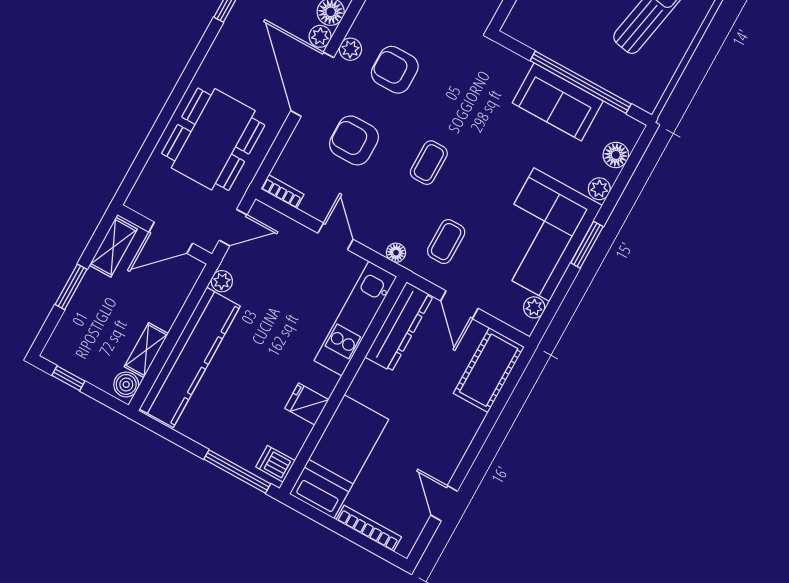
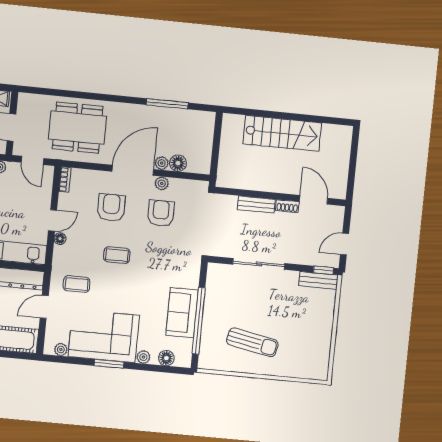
floor lamp: (396, 253) -> (60, 239), moved

